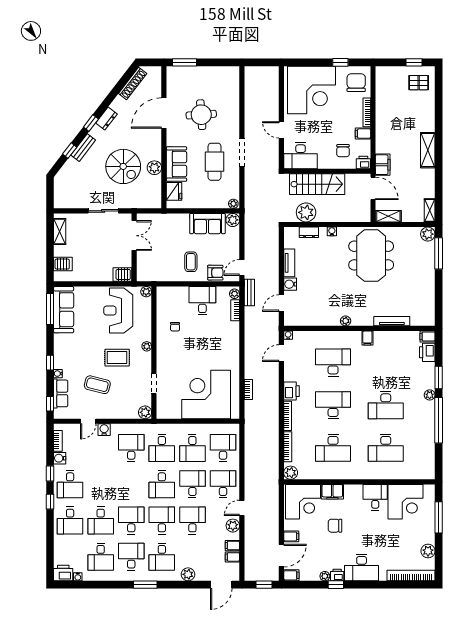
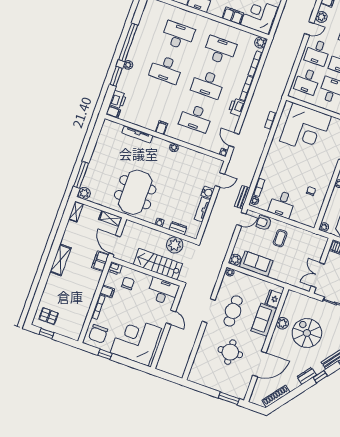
door: (281, 353) -> (234, 140), swing flipped
desk: (386, 405) -> (166, 69), turned 180

